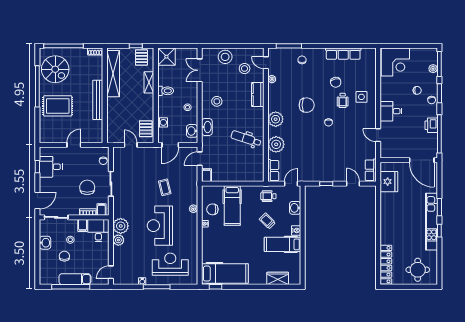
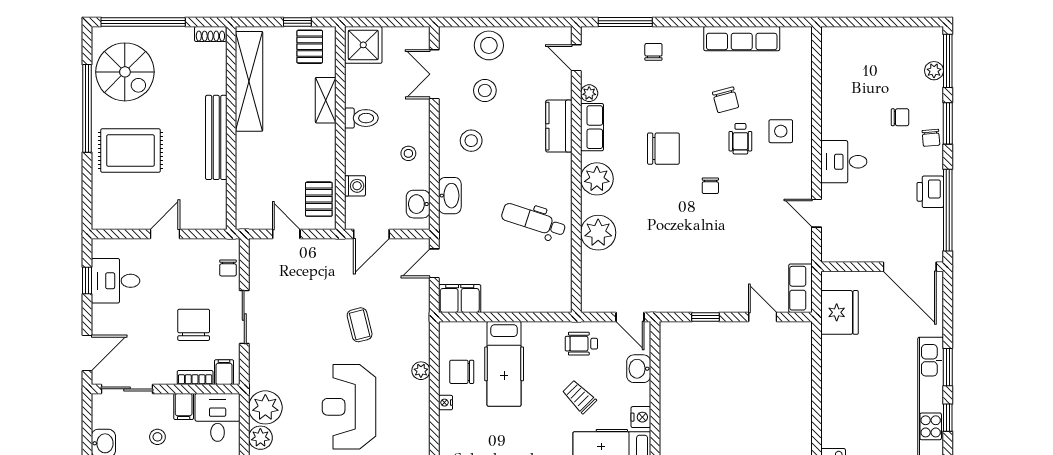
corner desk: (395, 62) -> (853, 56), removed
stool: (245, 68) -> (485, 90), moved
row of seats: (273, 171) -> (592, 127), moved
filing cabinet: (207, 175) -> (460, 299), width x2.00
door: (291, 184) -> (630, 317), swing flipped

